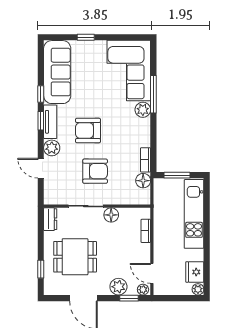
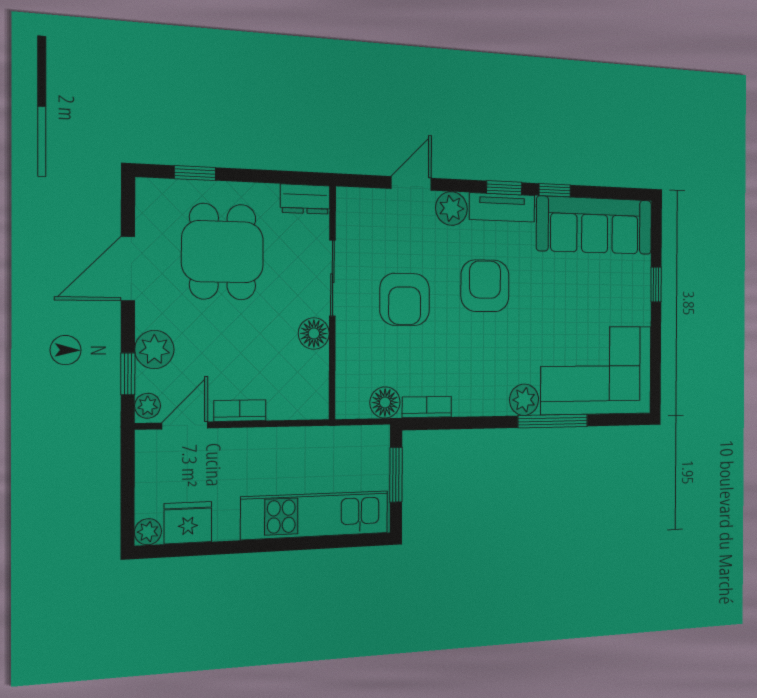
bookcase: (146, 231) -> (240, 411), moved

